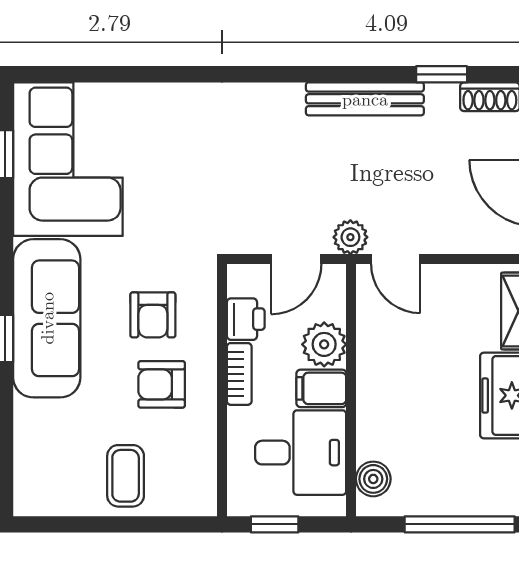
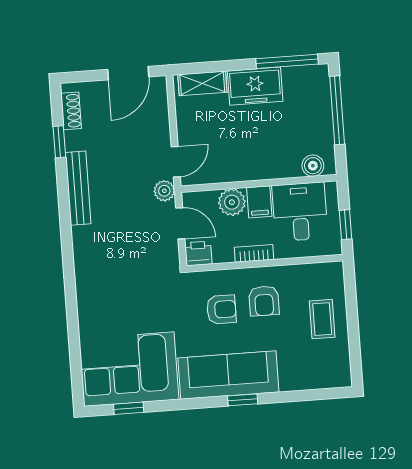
printer: (246, 319) -> (198, 253), moved
coffee table: (126, 476) -> (322, 319), turned 90

